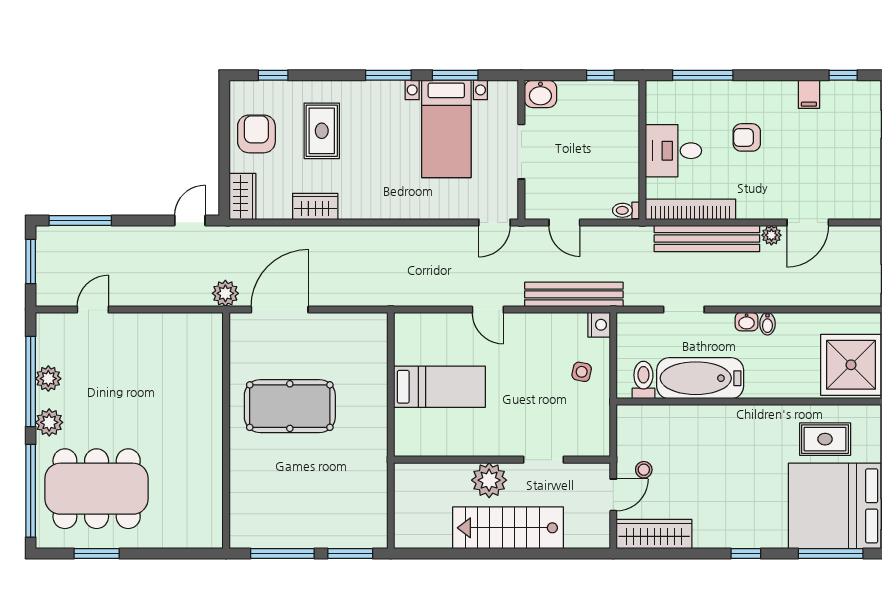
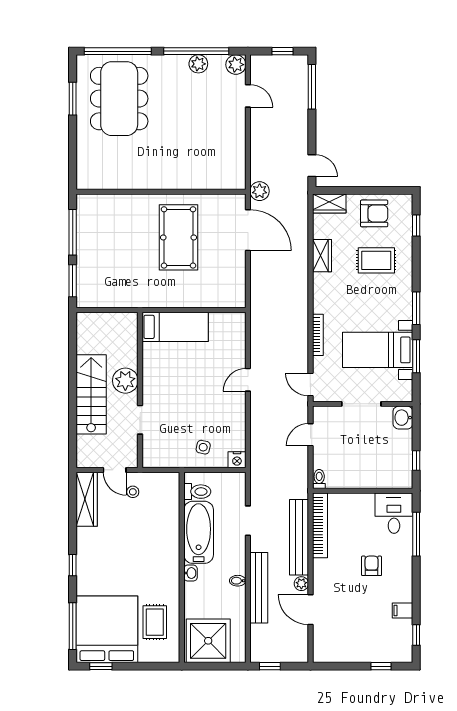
desk: (673, 151) -> (394, 513), moved
bookcase: (425, 212) -> (318, 335), added
window: (31, 261) -> (282, 51), width x0.67
bench: (574, 294) -> (259, 588), moved
washbasin: (747, 322) -> (190, 573), moved, turned 180
bed: (439, 387) -> (175, 327), moved, turned -90
plant: (49, 422) -> (236, 65), moved

